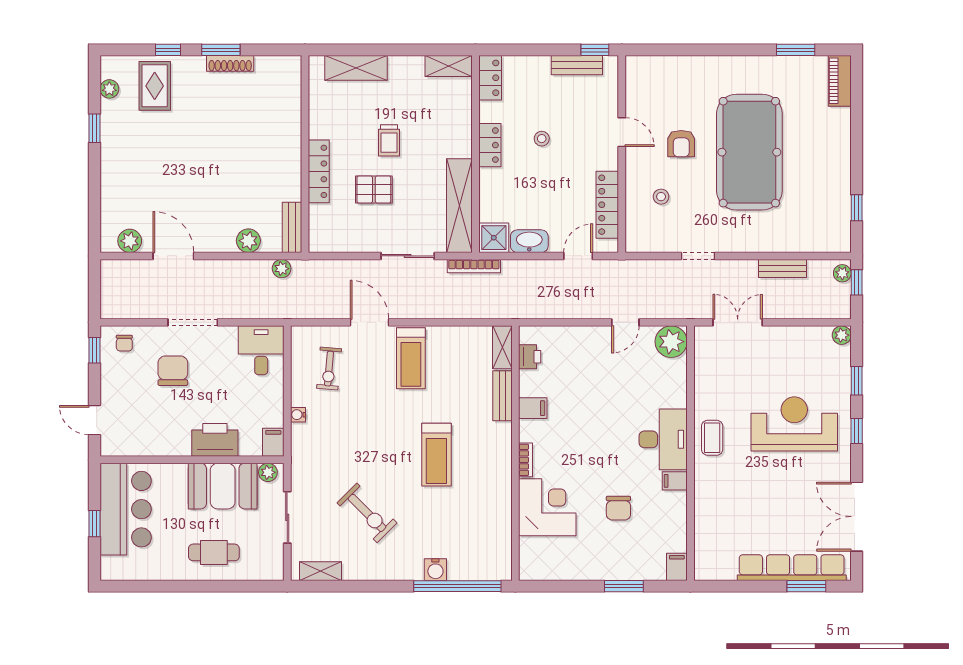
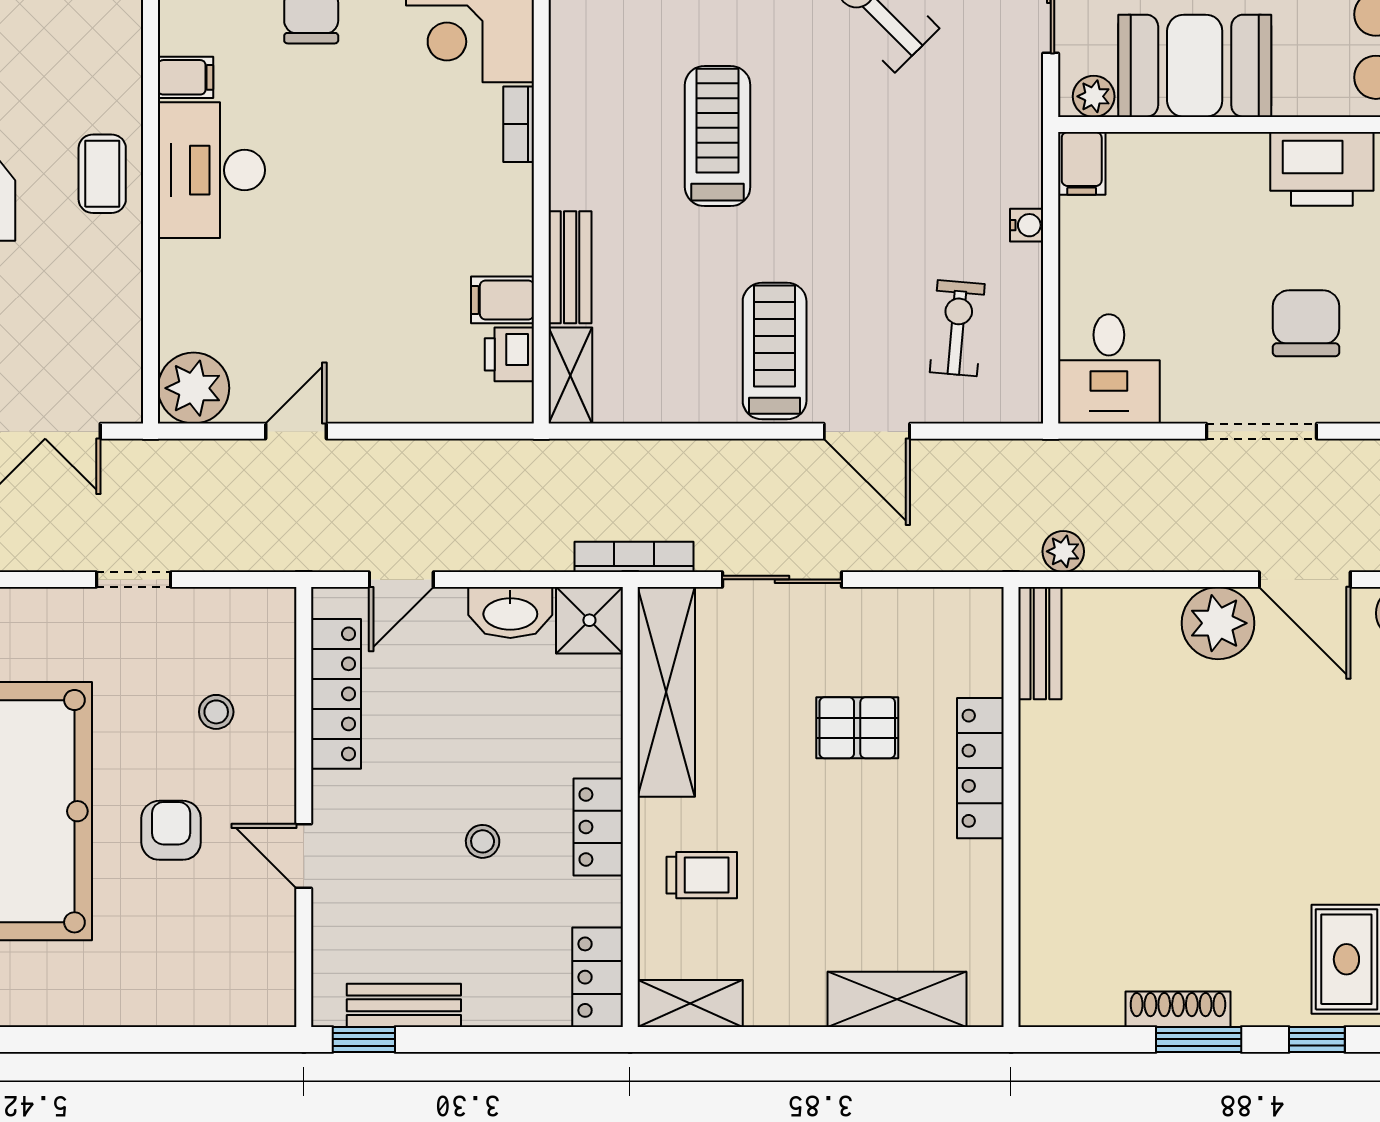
trolley: (389, 140) -> (702, 875), moved, turned 90
plant: (248, 241) -> (1218, 623), moved, width x1.36, depth x1.36
chair: (173, 371) -> (1306, 323), turned 180
filing cabinet: (533, 408) -> (502, 300), moved
printer: (215, 440) -> (1322, 169), moved

